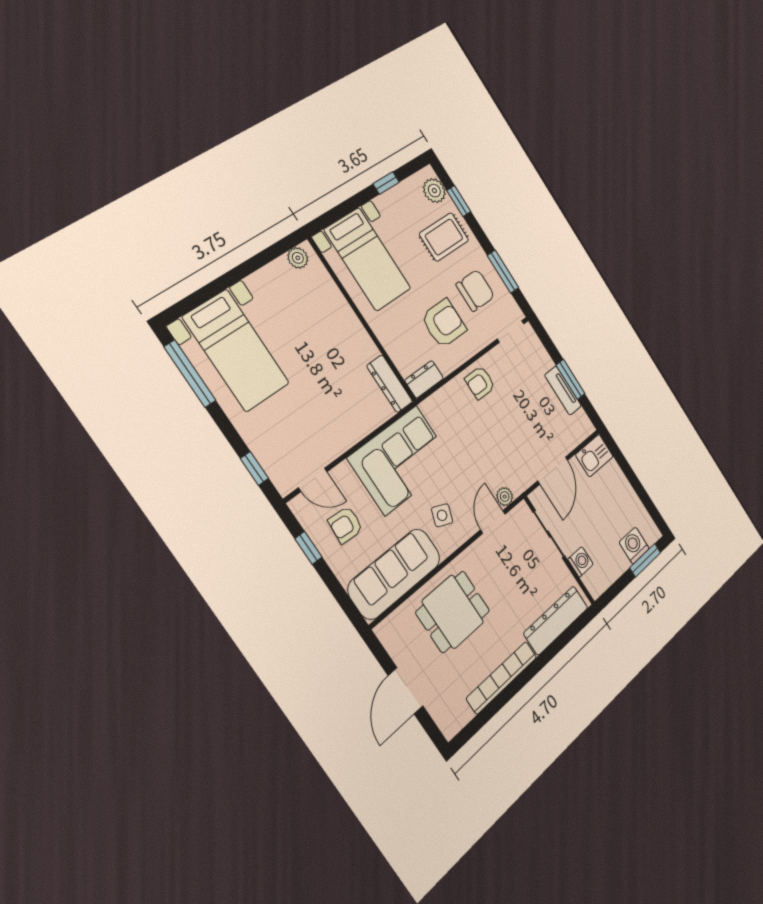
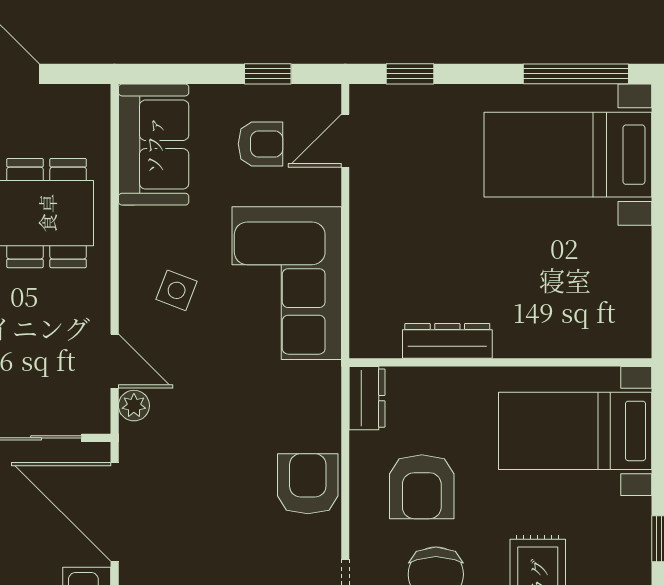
plant: (298, 258) -> (635, 326), removed
armchair: (480, 383) -> (308, 484), width x1.38, depth x1.38
dresser: (390, 384) -> (447, 341), moved
door: (553, 471) -> (115, 512), width x1.36
armchair: (345, 525) -> (260, 144), turned 86
sofa: (395, 574) -> (154, 145), width x0.73

